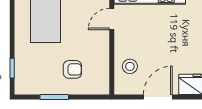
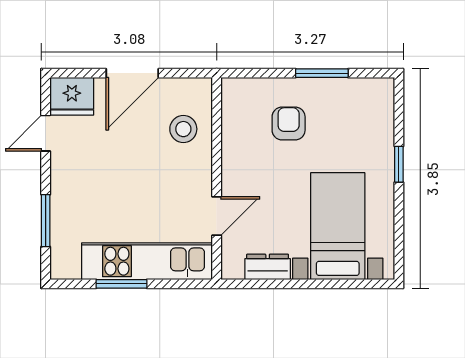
window: (12, 68) -> (399, 164), moved
armchair: (72, 69) -> (289, 123), turned 90

